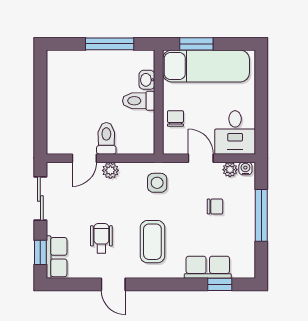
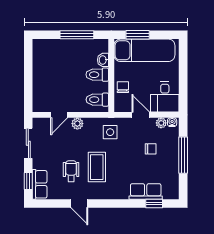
toilet: (106, 138) -> (97, 100), moved, turned -90
coffee table: (152, 242) -> (97, 167), moved

